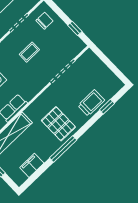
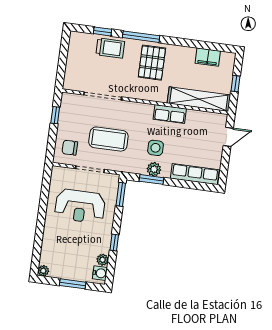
coffee table: (29, 52) -> (108, 139), width x1.86, depth x1.72
trolley: (91, 103) -> (110, 48), turned 180
window: (63, 149) -> (141, 37), moved

